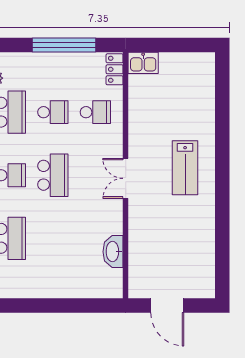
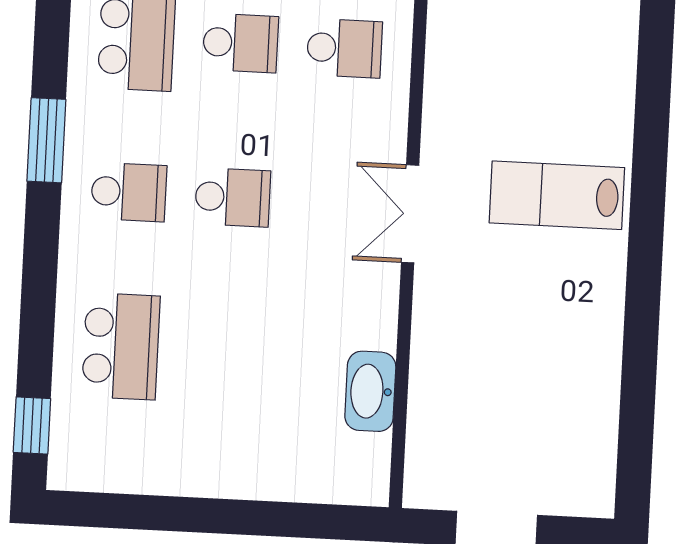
lab bench: (185, 168) -> (557, 195), turned 90
school desk: (53, 175) -> (233, 197), width x0.54

